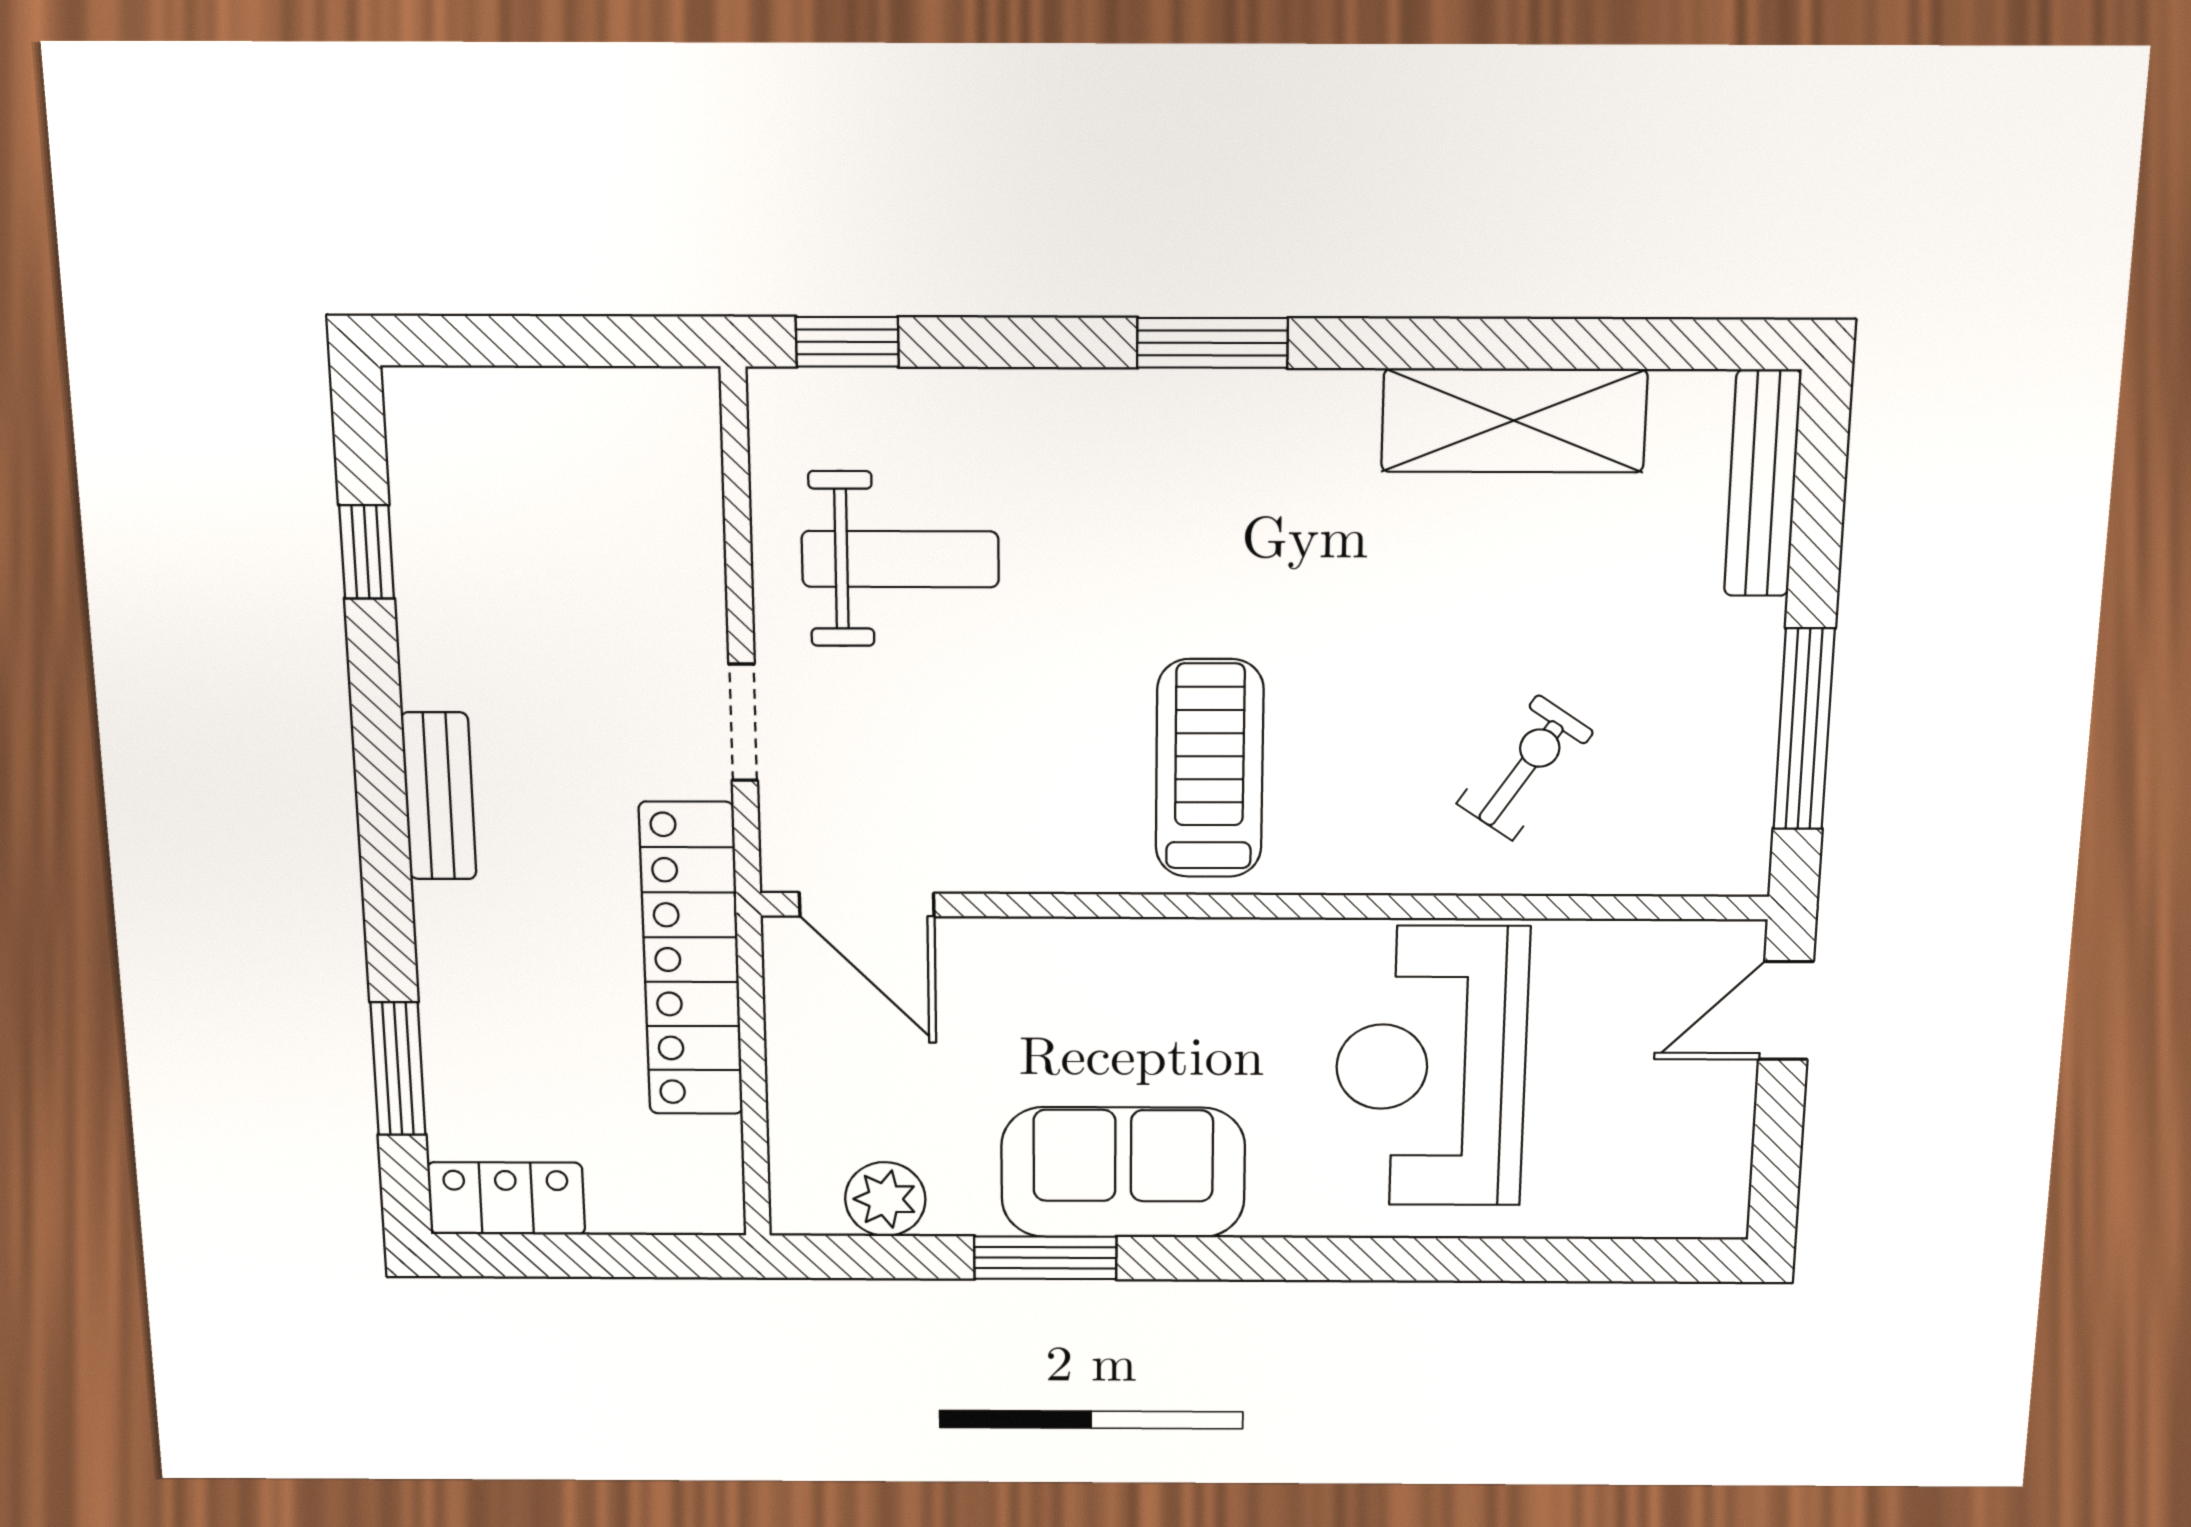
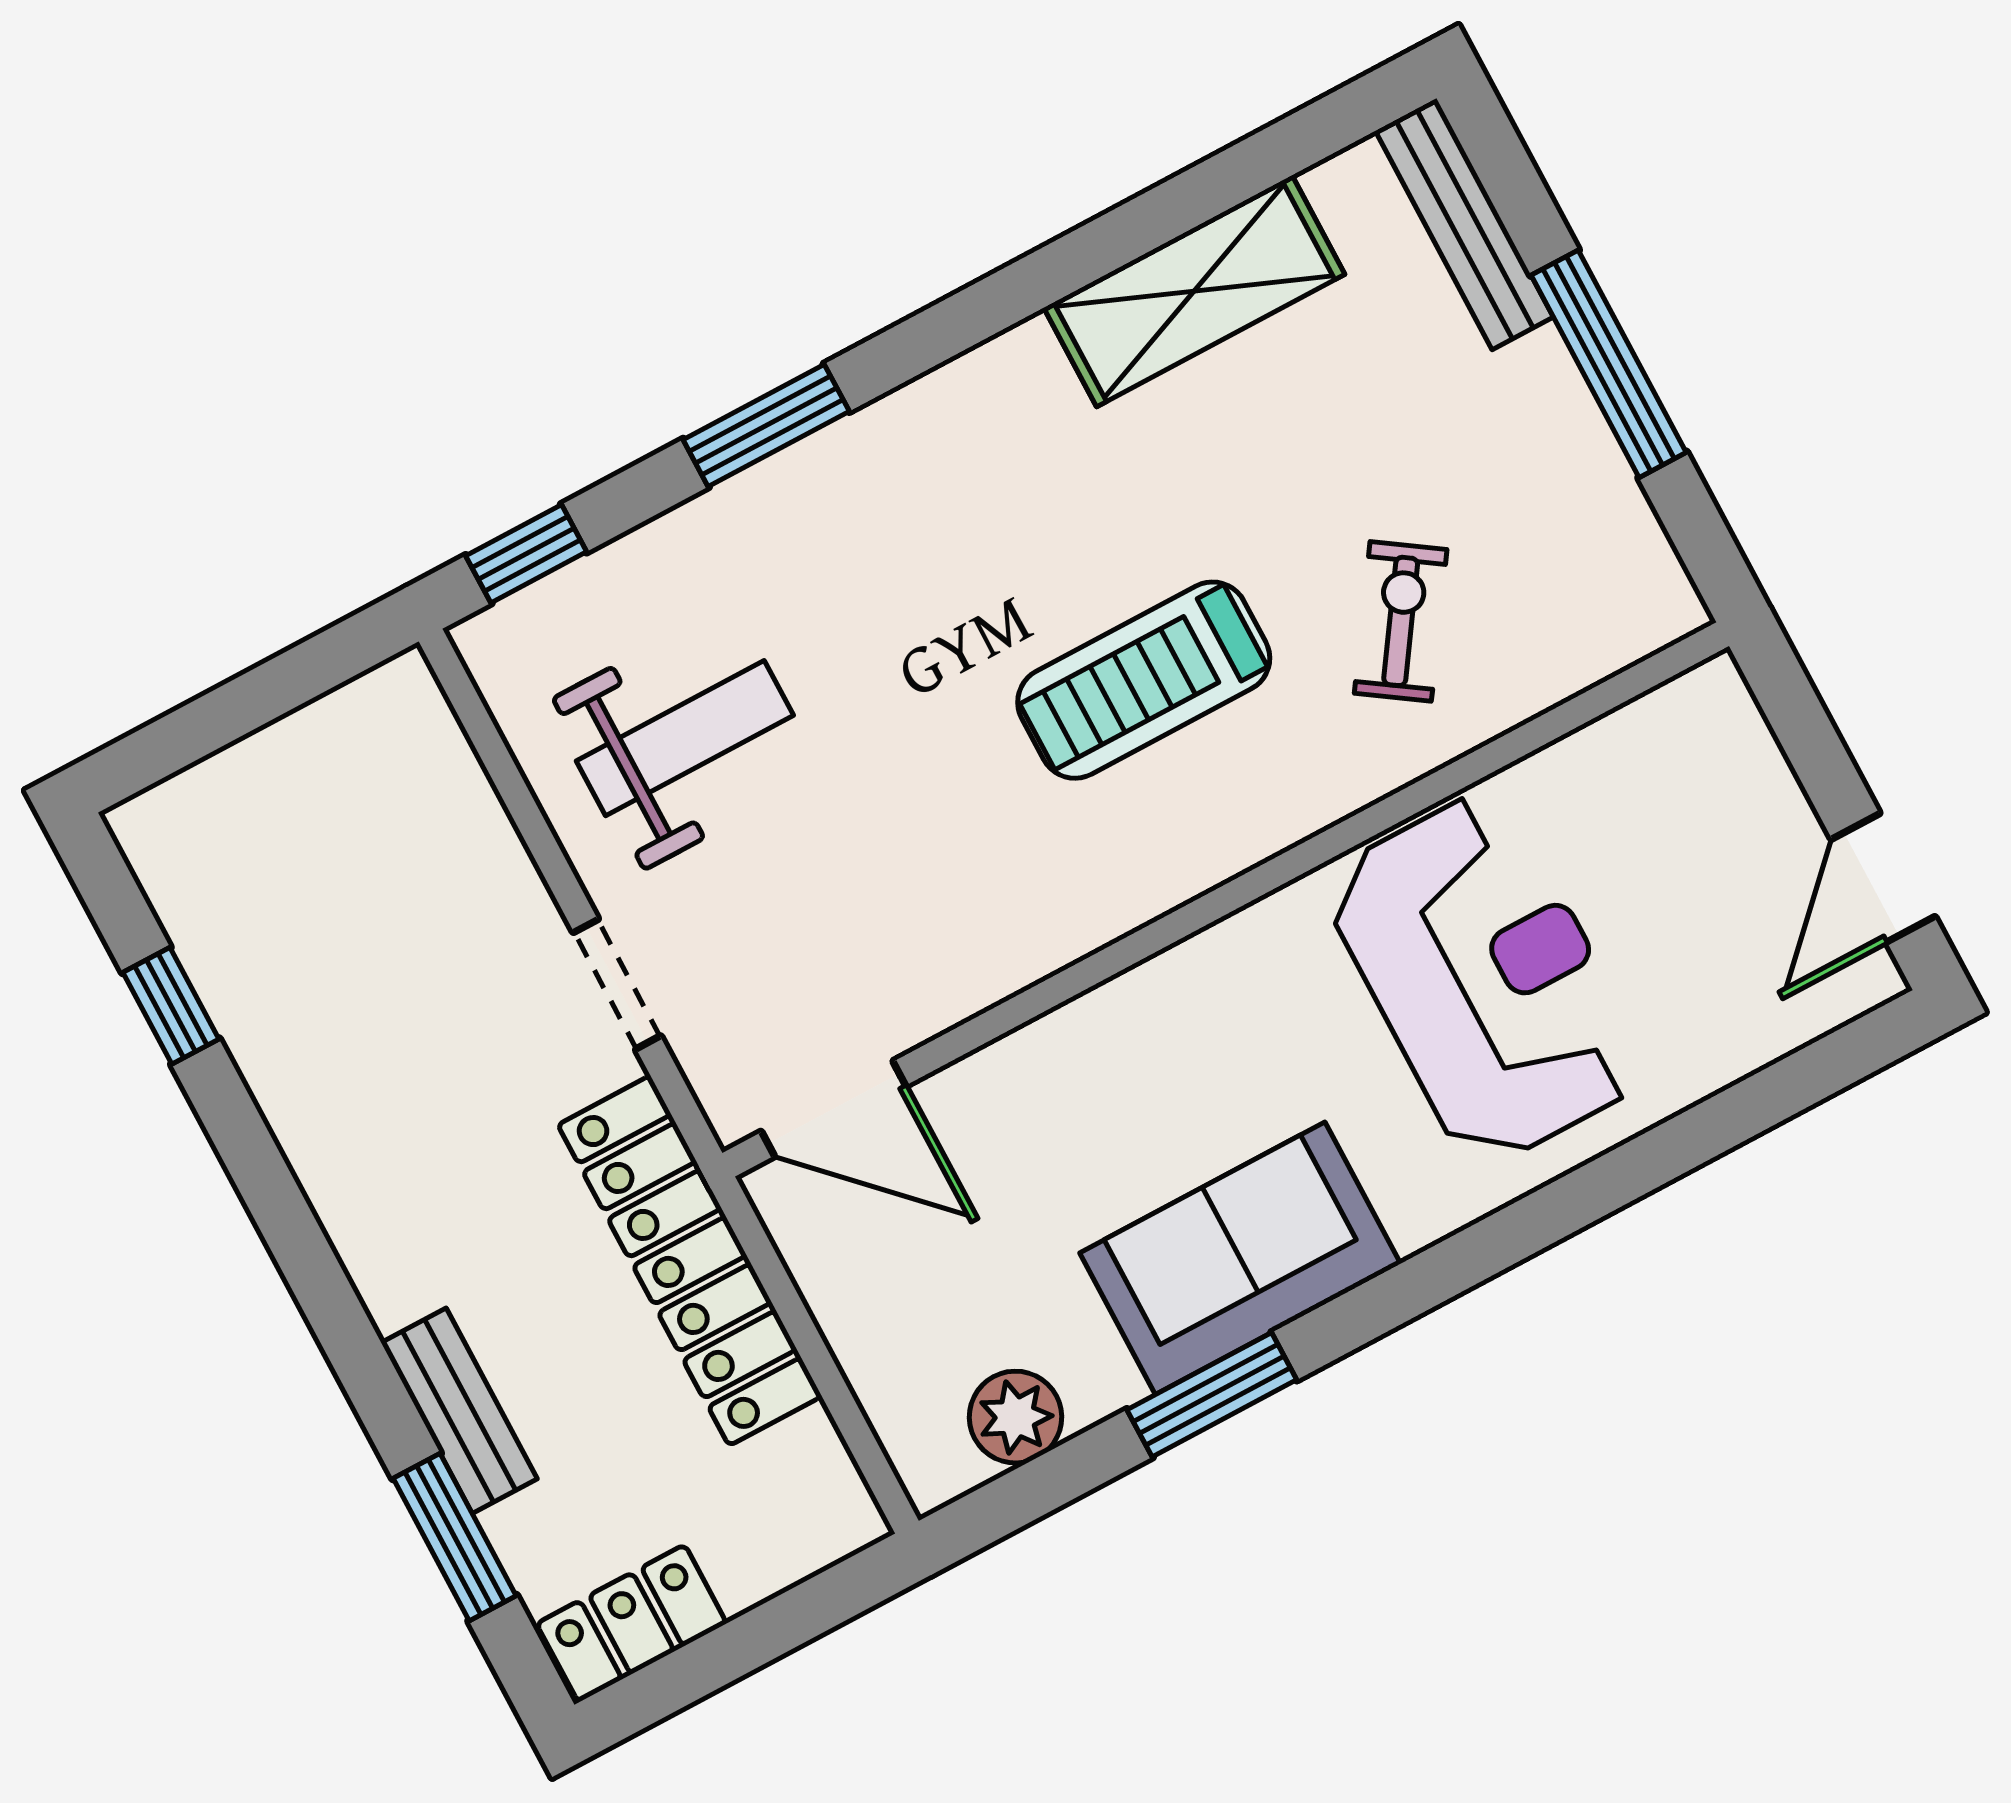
window: (1212, 343) -> (766, 426), moved
window: (1804, 729) -> (1609, 364), moved
treadmill: (1209, 769) -> (1144, 680), moved, turned -90
bench: (439, 796) -> (459, 1411), moved
door: (1786, 1011) -> (1883, 878), moved
reception desk: (1431, 1067) -> (1486, 978), turned 180

